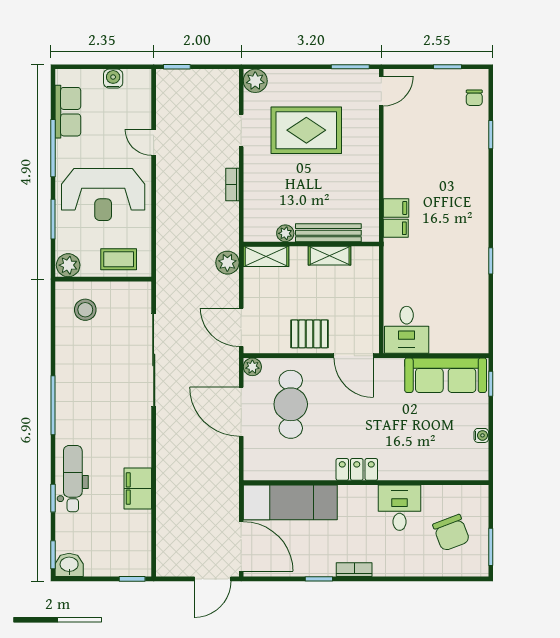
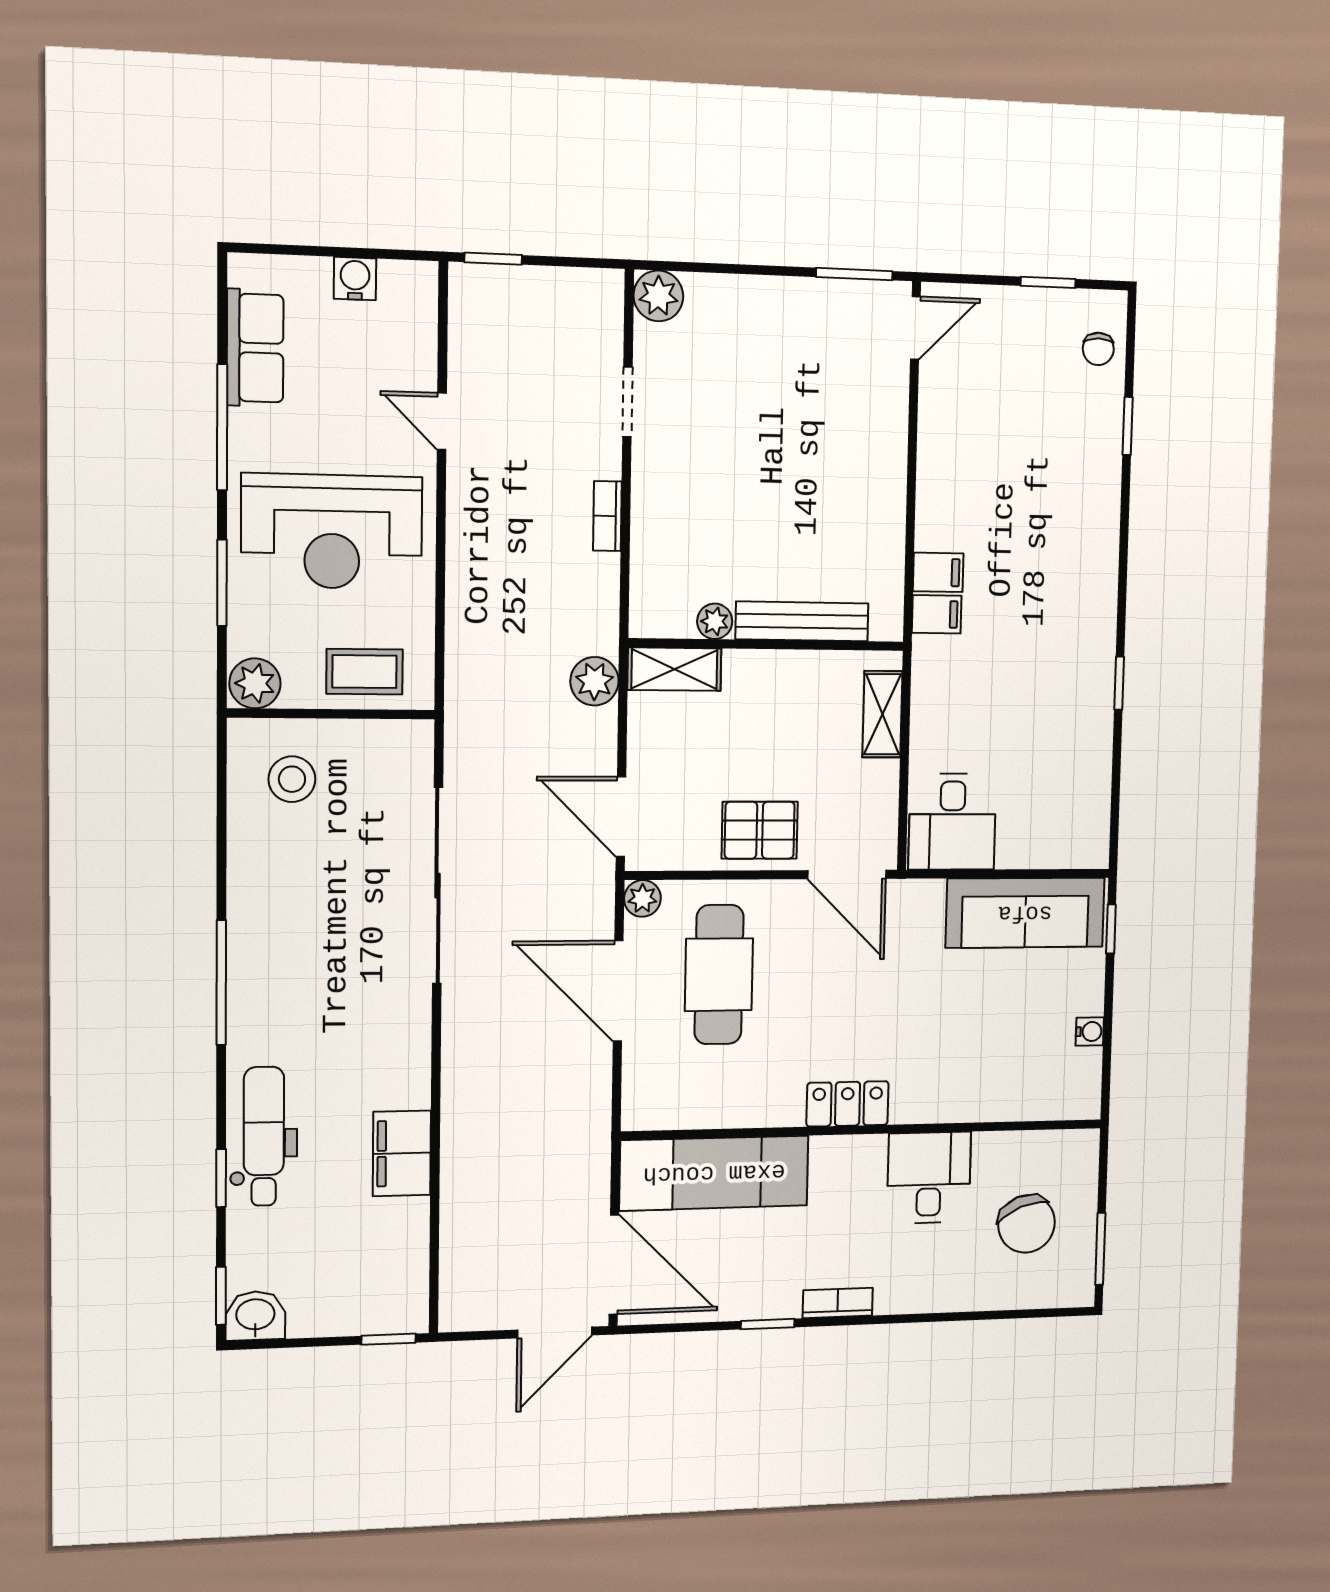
rug: (306, 130) -> (762, 405), removed
shelving: (330, 256) -> (882, 714), moved, turned 90

